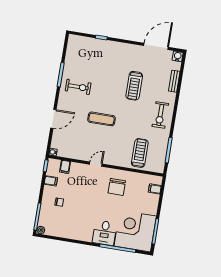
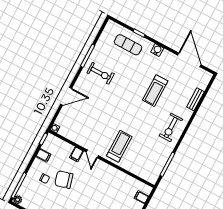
door: (156, 46) -> (189, 60), hinge flipped
water cooler: (178, 56) -> (157, 50), moved
exercise mat: (101, 119) -> (128, 45), moved
treadmill: (140, 153) -> (119, 146), moved
door: (96, 164) -> (92, 154), swing flipped
filing cabinet: (65, 167) -> (77, 154), moved
chair: (117, 187) -> (64, 180), moved, turned 75

